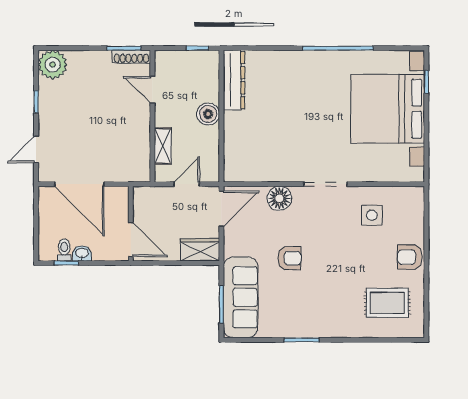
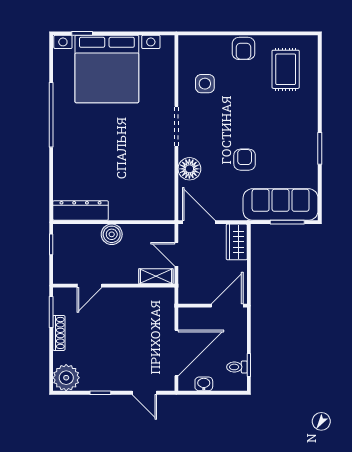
shoe rack: (131, 57) -> (59, 333), moved
shelving: (163, 146) -> (156, 276), moved
washbasin: (82, 253) -> (204, 384), moved, turned 90

